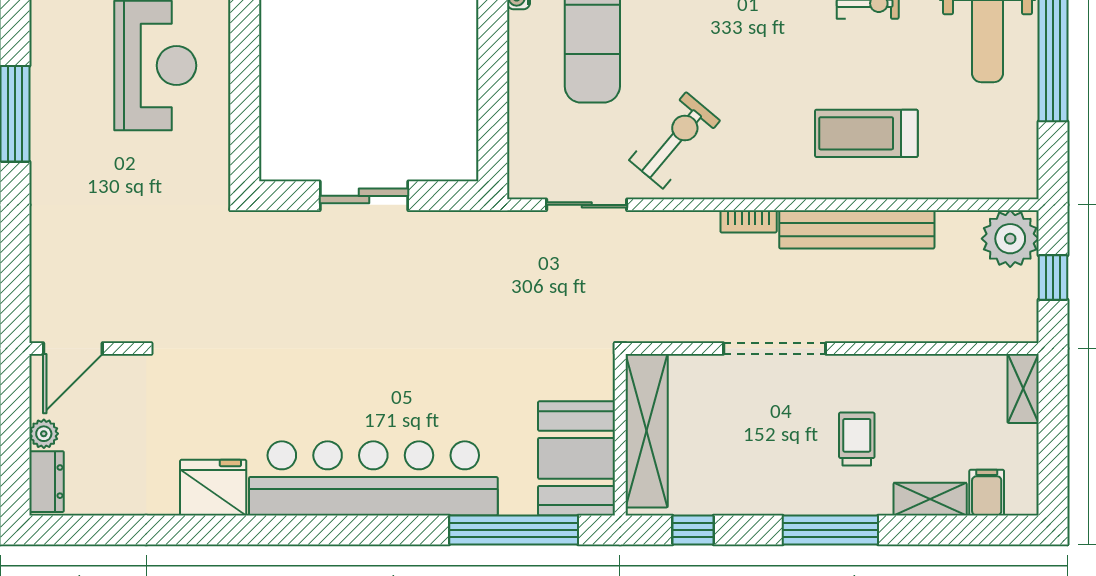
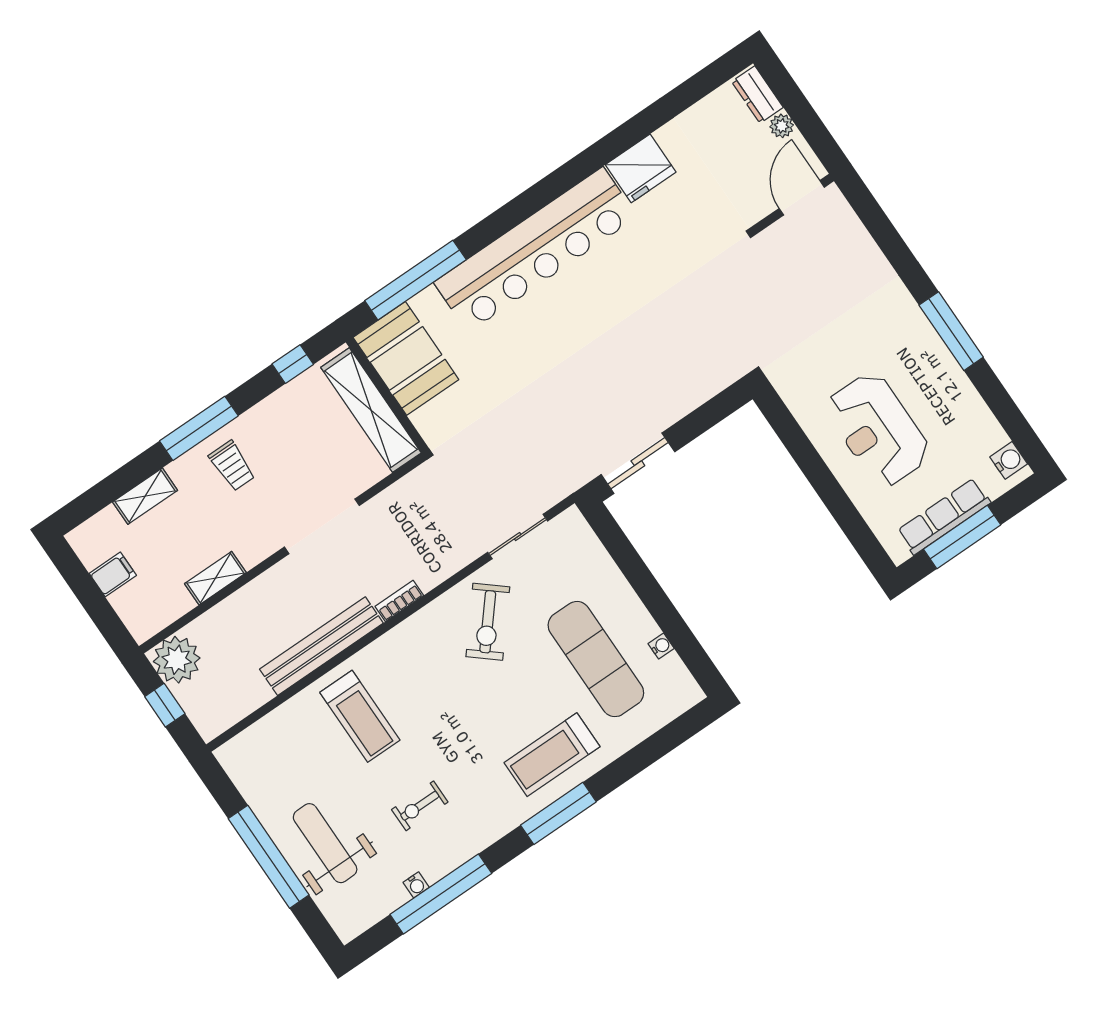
treadmill: (866, 133) -> (360, 716), turned 90
sliding door: (364, 196) -> (638, 463), moved
plant: (1010, 239) -> (177, 660), moved
shelving: (1023, 388) -> (215, 578), moved, turned 90
trolley: (857, 439) -> (232, 466), moved
filing cabinet: (987, 493) -> (113, 574), moved, turned -90

